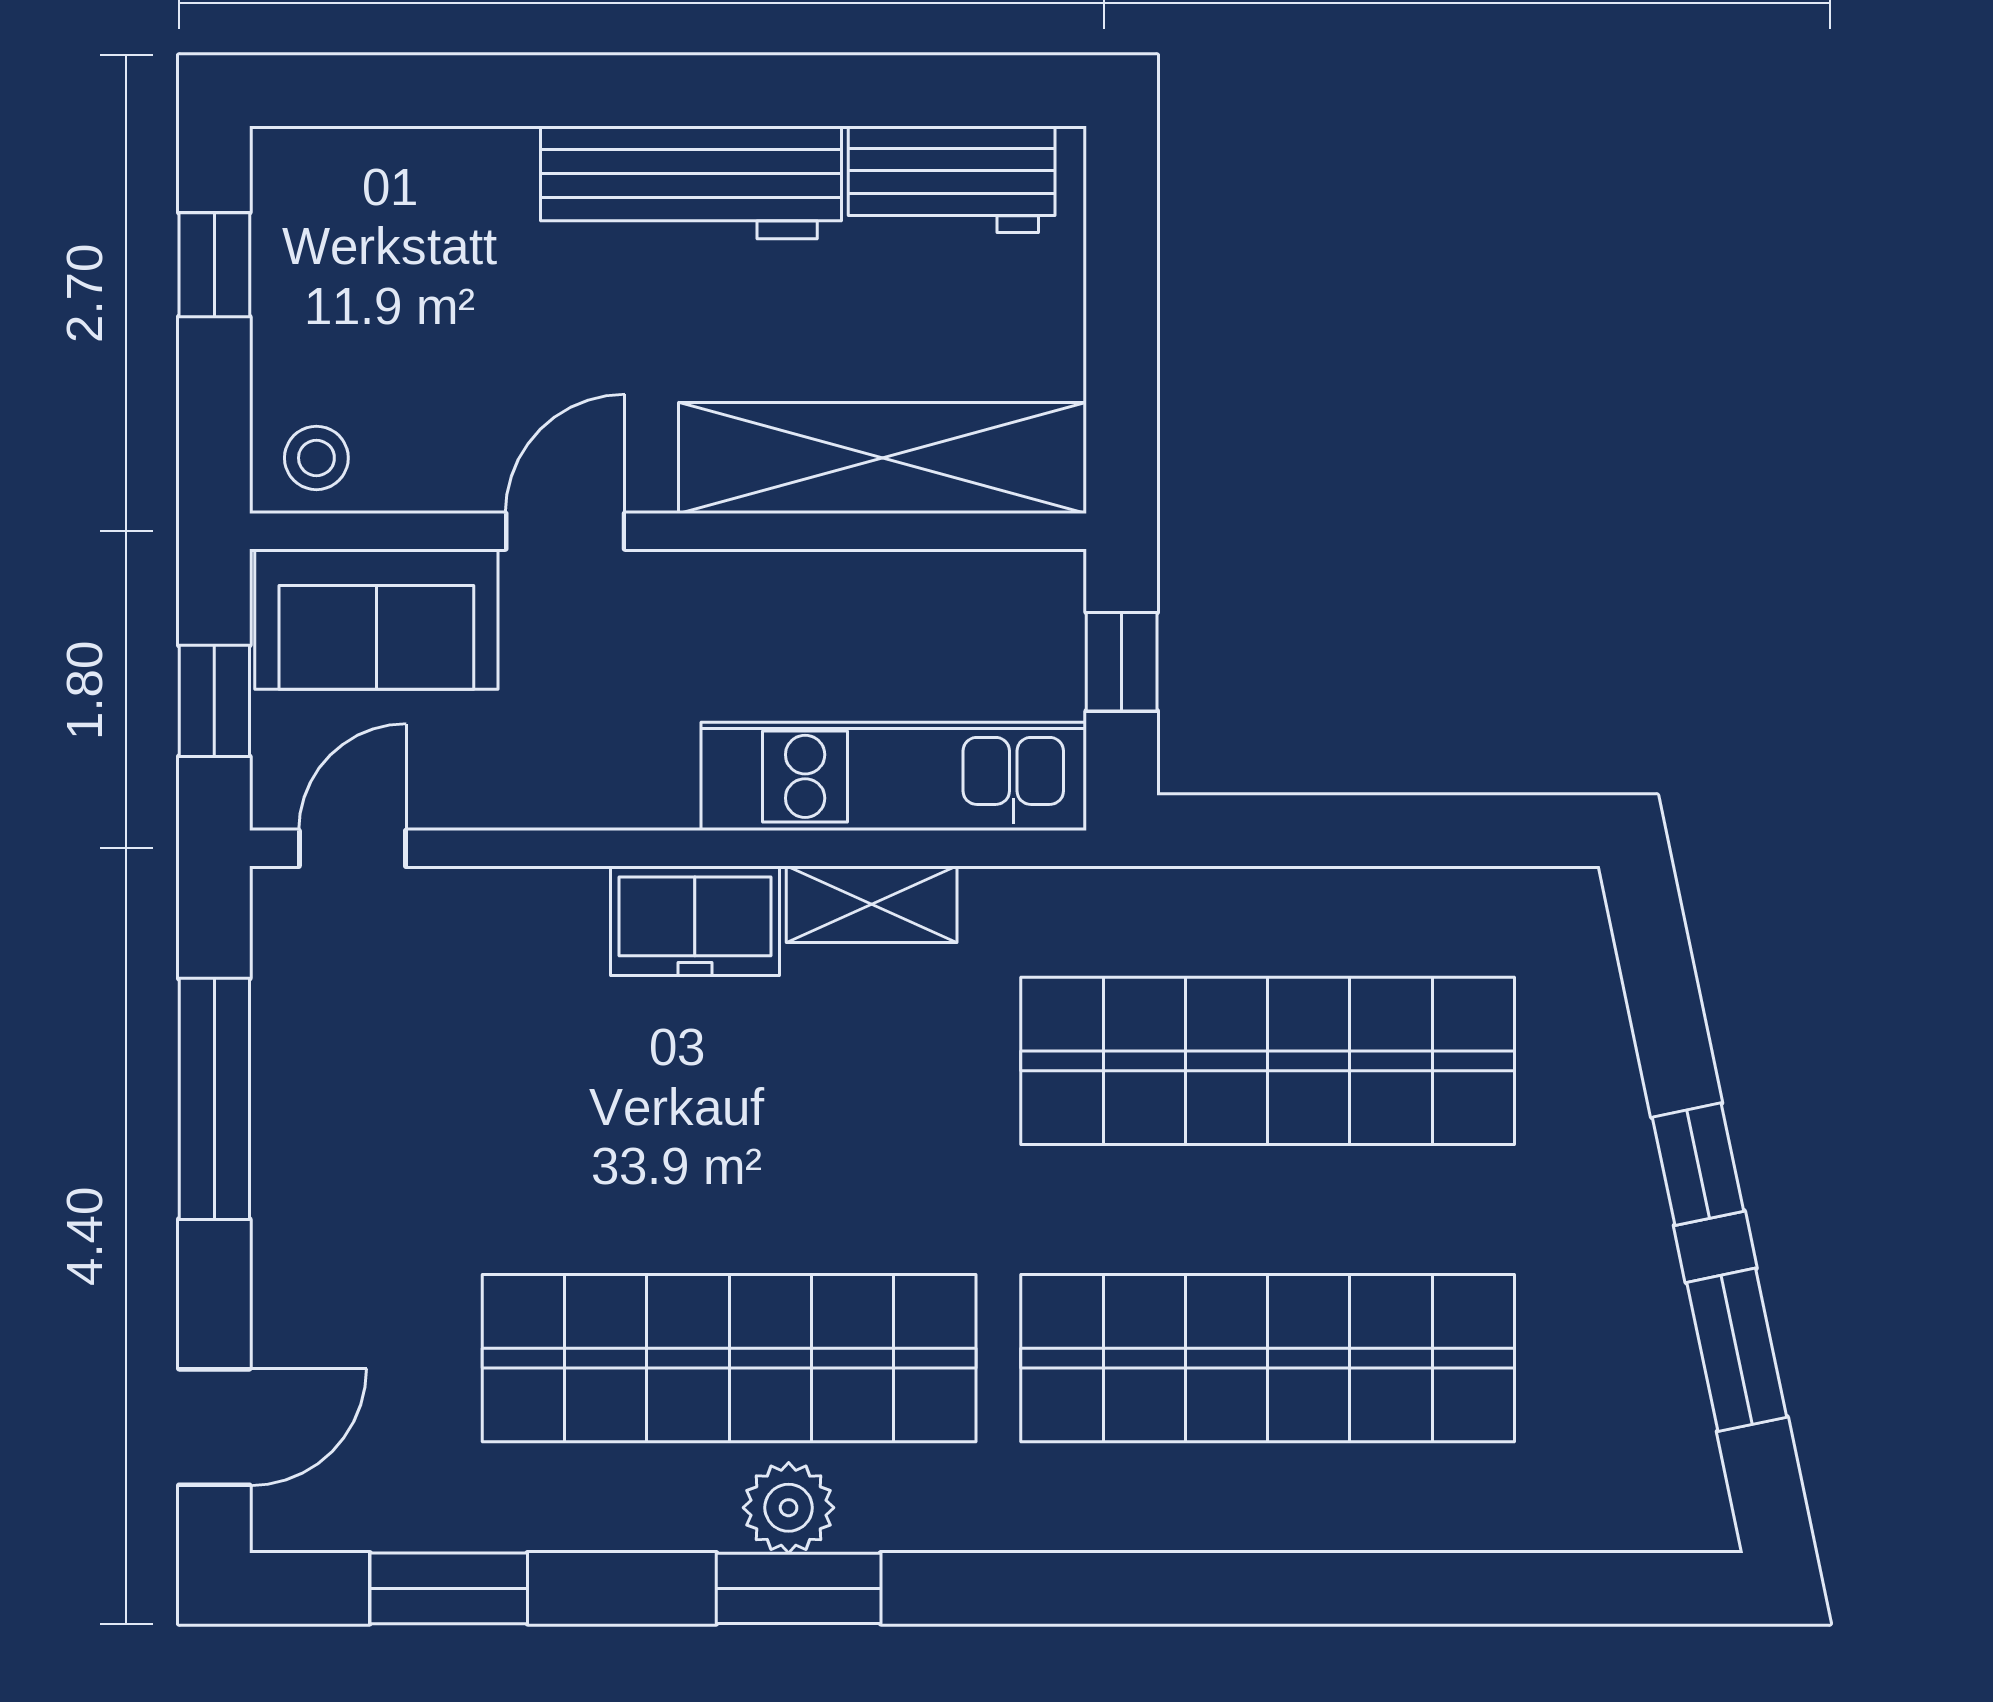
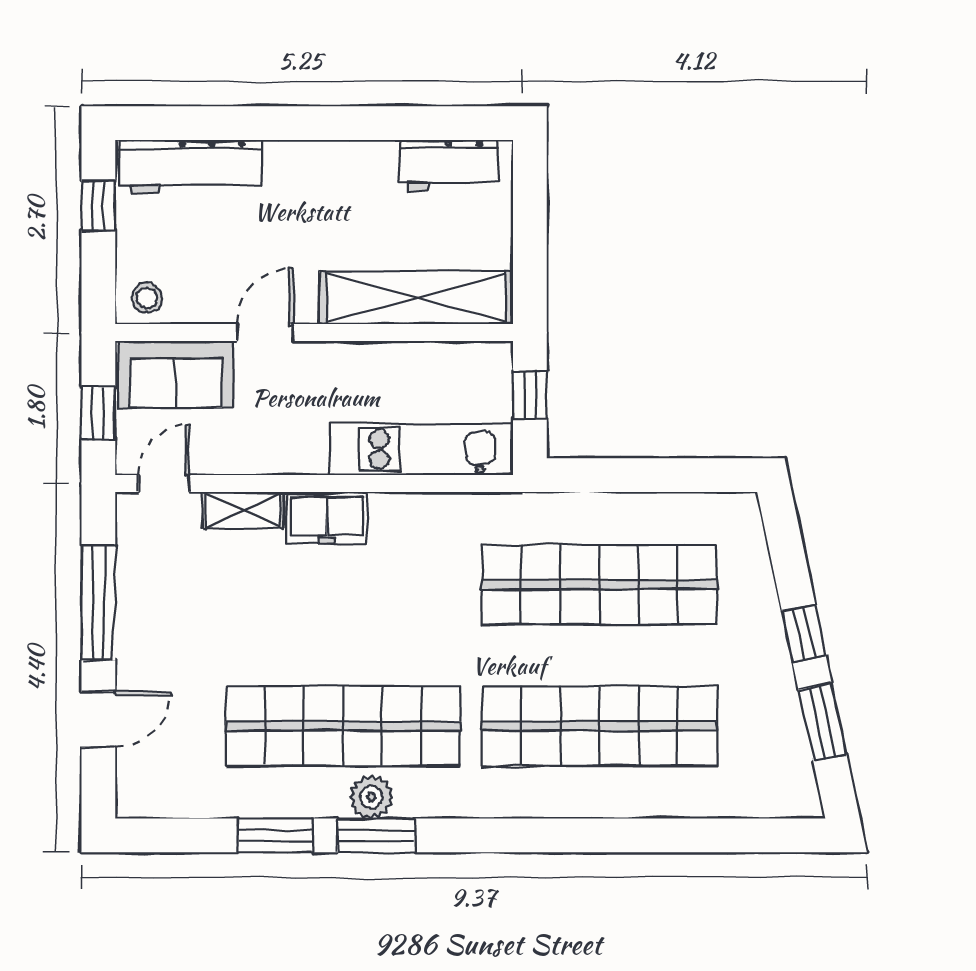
workbench: (691, 182) -> (190, 167), moved
shelving: (872, 904) -> (243, 510), moved
door: (214, 1427) -> (98, 720), moved
window: (449, 1588) -> (275, 835), moved

